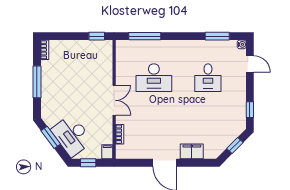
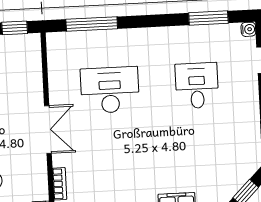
desk: (154, 78) -> (110, 90), turned 180
desk: (208, 78) -> (197, 86), turned 180

